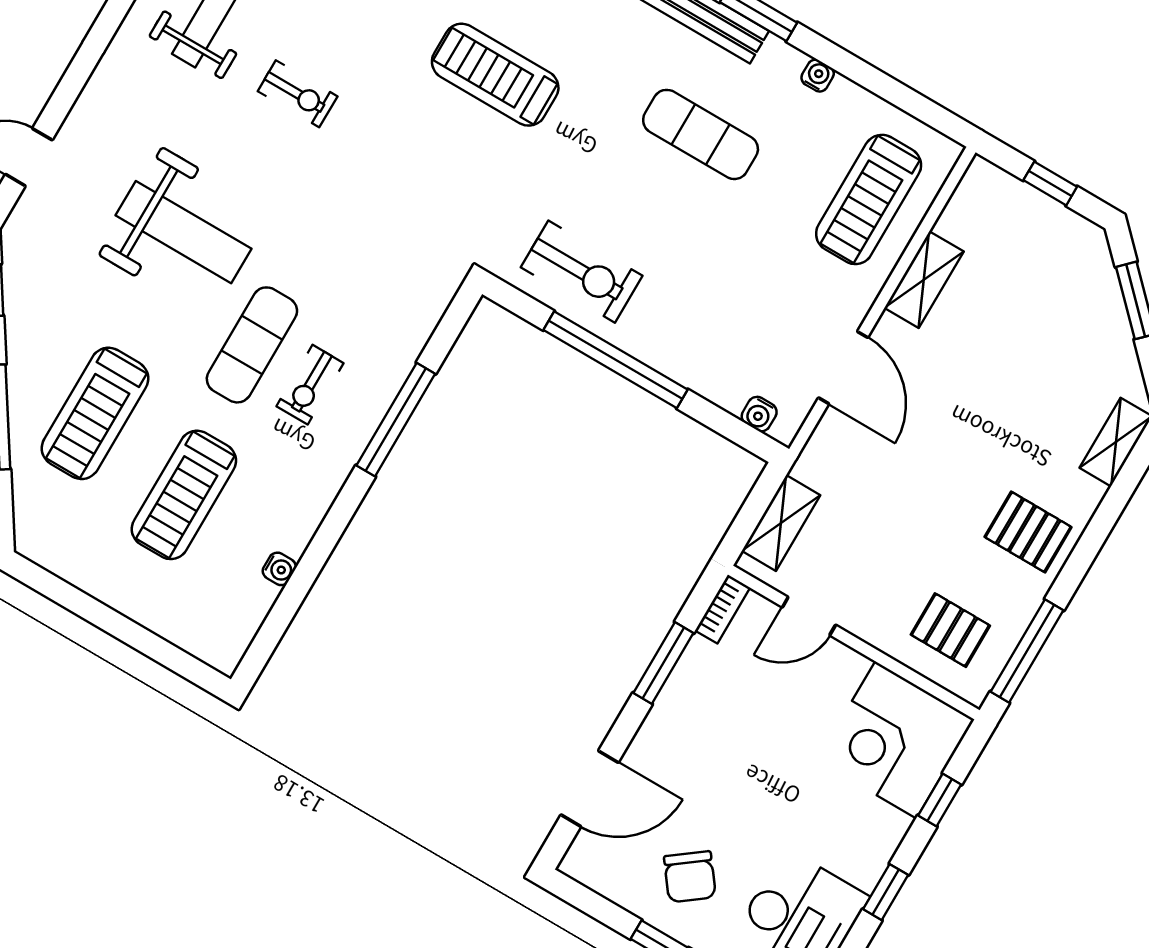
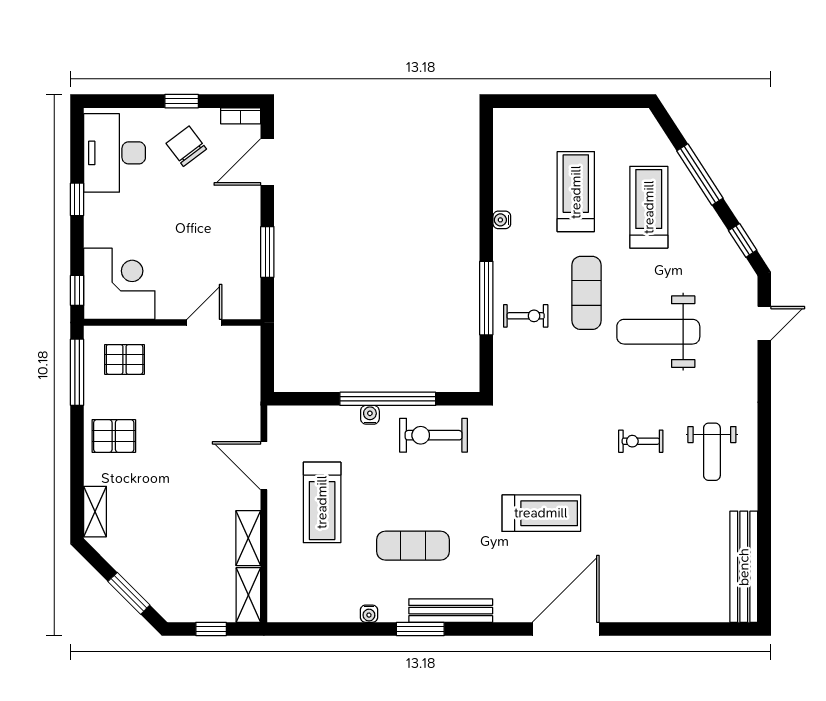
treadmill: (869, 199) -> (322, 502), moved, turned 180
exercise bike: (310, 385) -> (526, 316), moved, turned 90
water cooler: (759, 414) -> (370, 415), moved
shelving: (781, 523) -> (248, 595), moved
water cooler: (279, 569) -> (502, 220), moved
bookcase: (723, 609) -> (241, 116), moved, turned -90
window: (940, 800) -> (77, 290), moved

